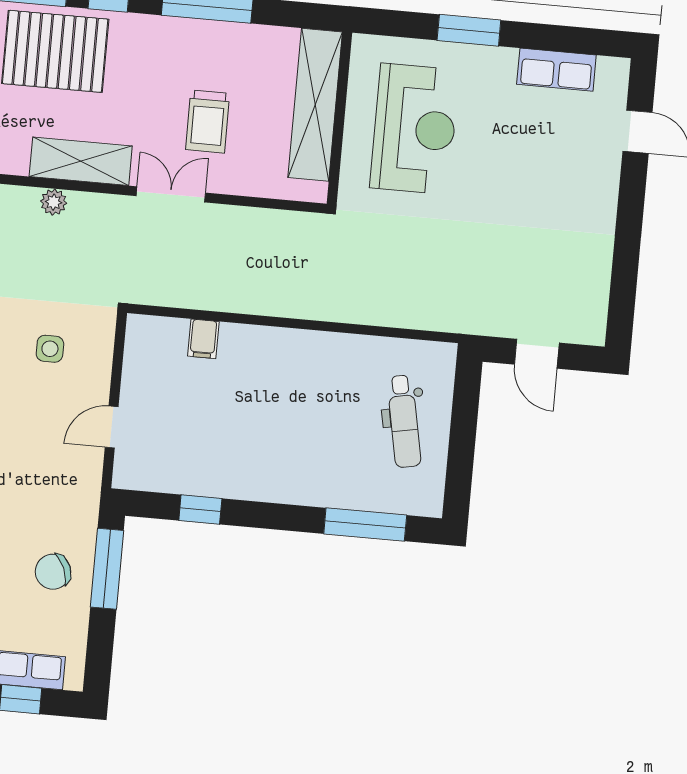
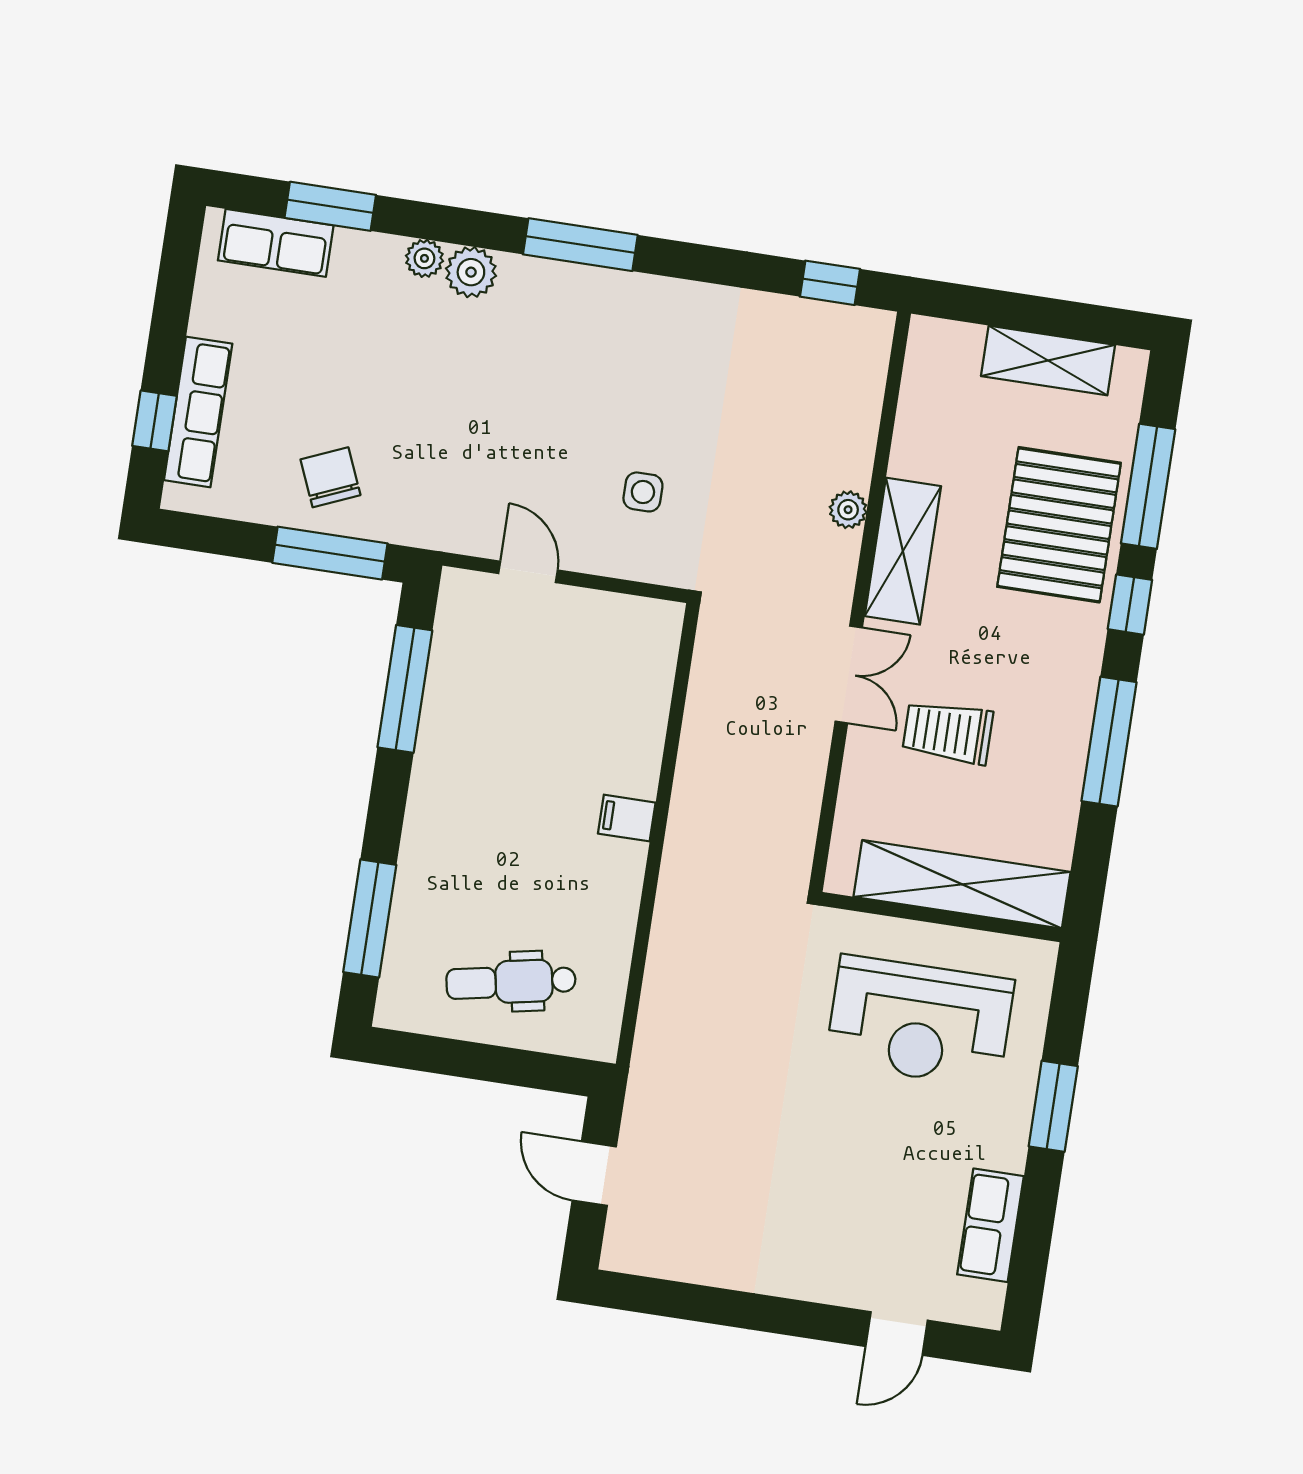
filing cabinet: (203, 339) -> (627, 818), moved
door: (537, 354) -> (594, 1173), hinge flipped
window: (200, 510) -> (405, 689), width x2.17

